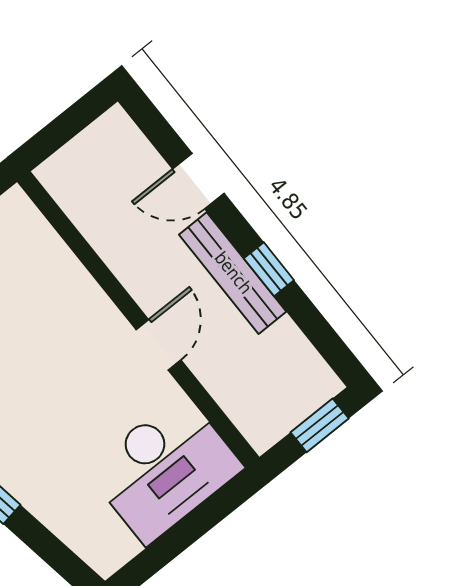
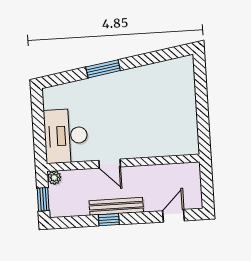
door: (198, 181) -> (173, 216), moved
plant: (262, 434) -> (54, 178), added

